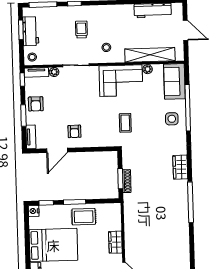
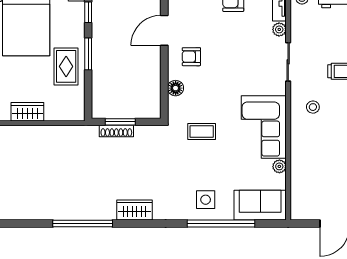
shelving: (150, 55) -> (300, 170), removed
floor lamp: (96, 142) -> (176, 88), added
door: (57, 150) -> (164, 30), hinge flipped

